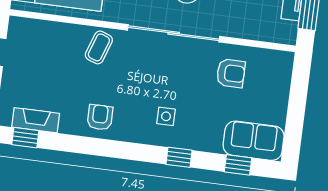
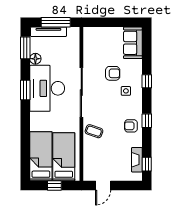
armchair: (231, 73) -> (113, 73), moved, turned 90
window: (238, 165) -> (147, 121), moved

